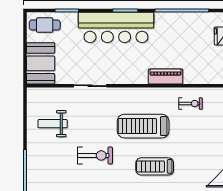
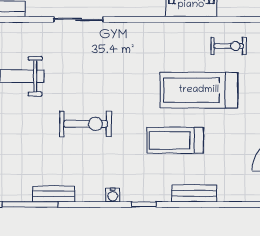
treadmill: (143, 126) -> (199, 90), moved

